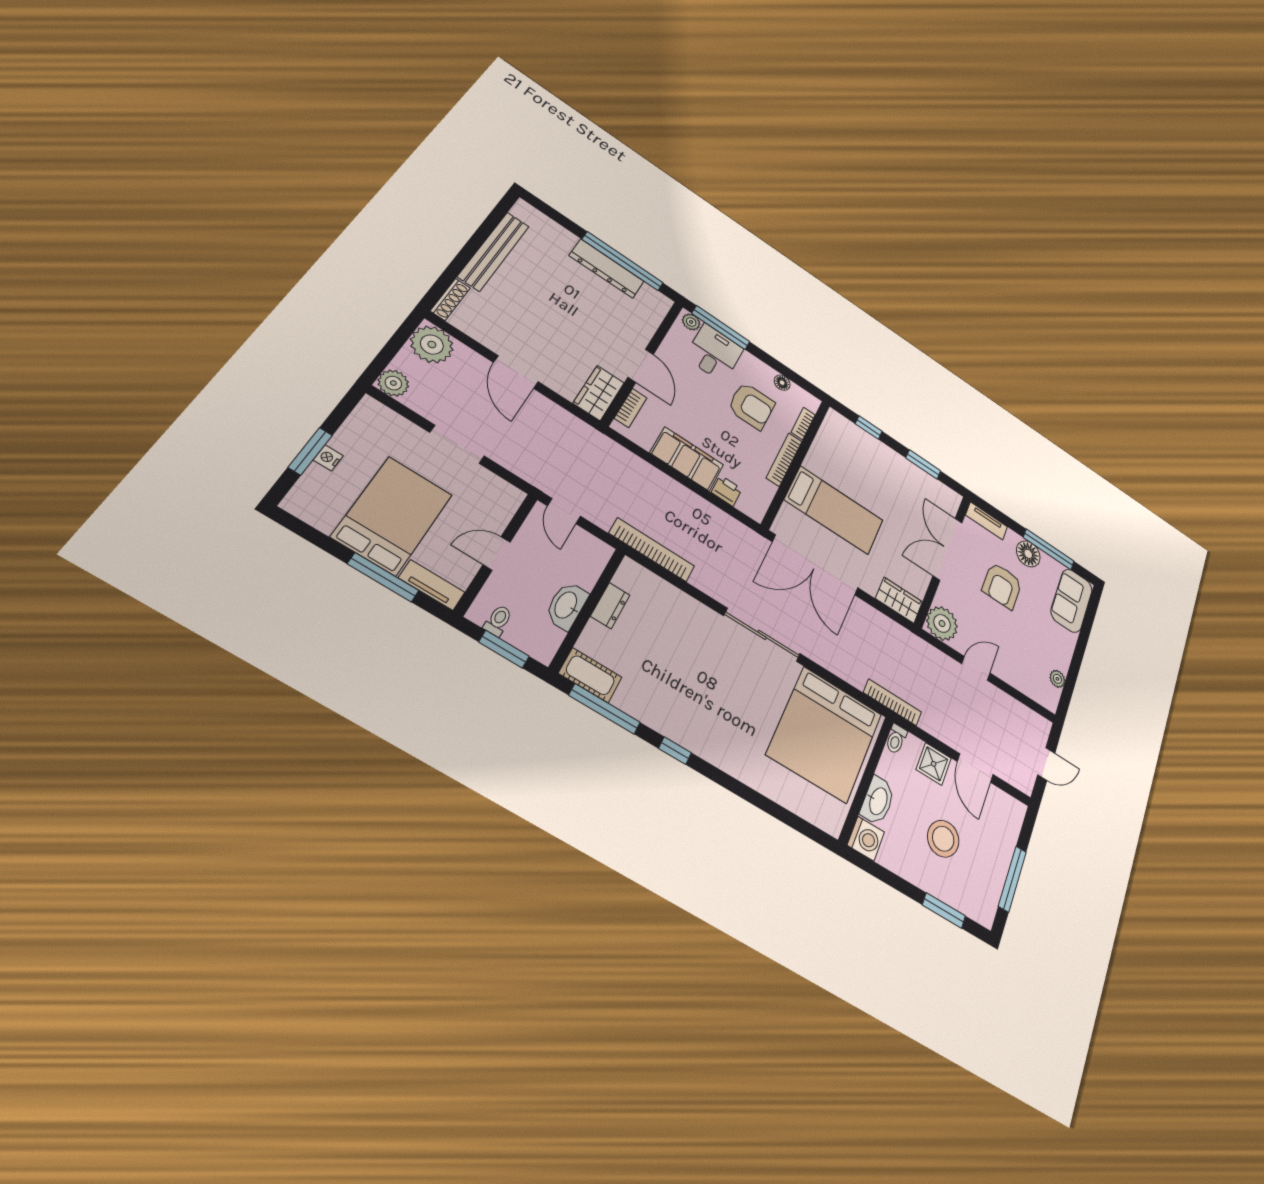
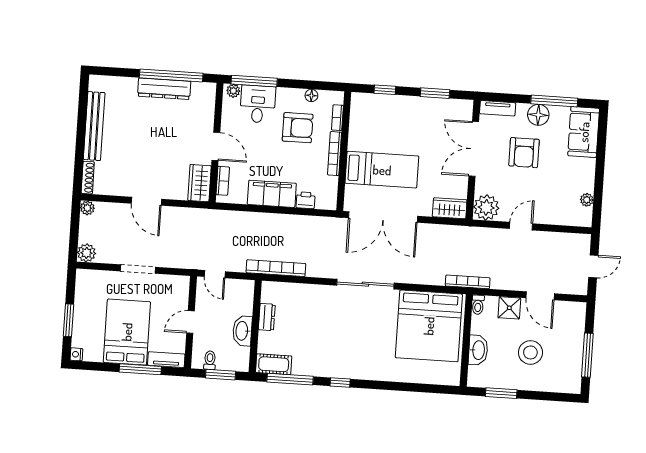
plant: (432, 345) -> (87, 208), width x0.53, depth x0.53
nightstand: (328, 458) -> (76, 354), moved
washing machine: (866, 839) -> (478, 377), removed
window: (944, 910) -> (501, 393), moved

